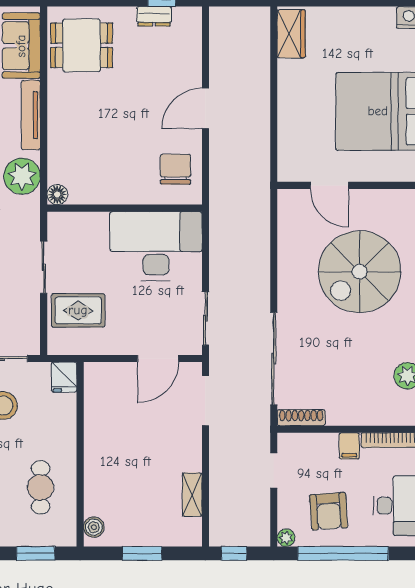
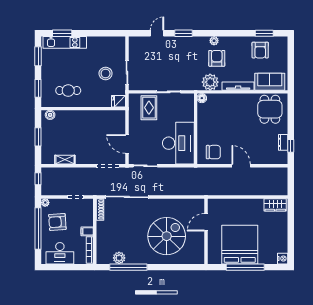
spiral stairs: (360, 272) -> (167, 236), turned 90

